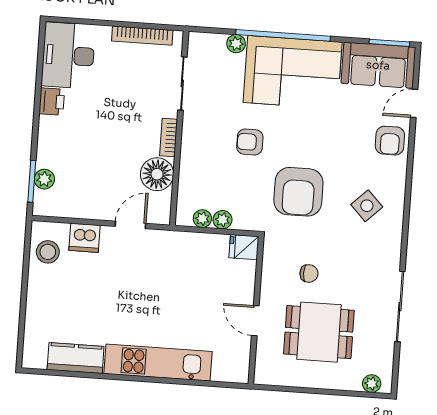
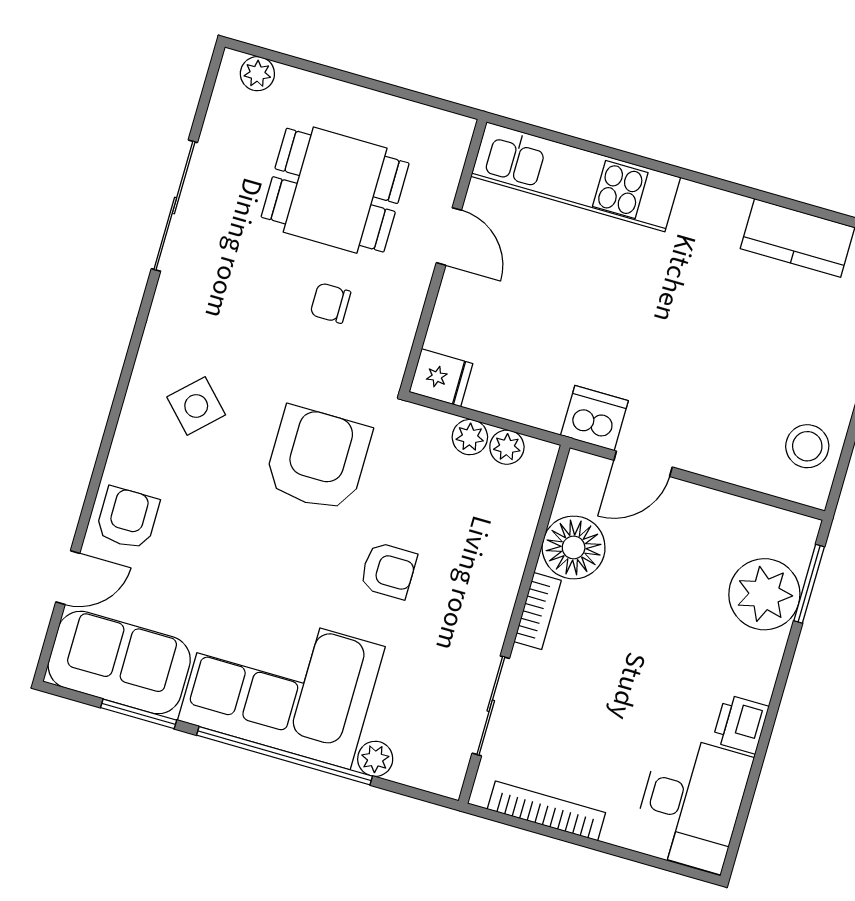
window: (389, 43) -> (139, 714), moved
plant: (44, 179) -> (764, 594), width x1.87, depth x1.87
dishwasher: (84, 238) -> (594, 418), moved
kitchen unit: (158, 363) -> (576, 177), moved

